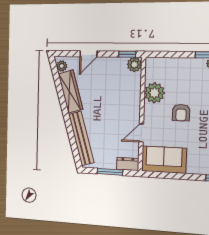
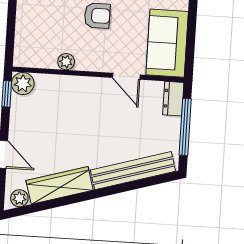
plant: (154, 93) -> (66, 62), width x0.53, depth x0.53
window: (110, 172) -> (185, 127), width x1.44

